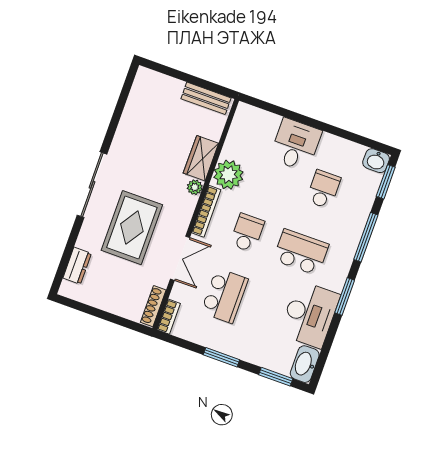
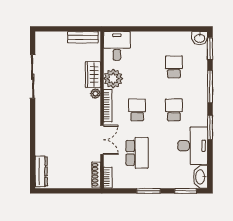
desk: (296, 145) -> (117, 46), moved
sliding door: (92, 185) -> (33, 77), moved
rug: (132, 228) -> (66, 132), removed
school desk: (301, 252) -> (174, 110), width x0.54
dresser: (77, 266) -> (41, 171), width x1.44

